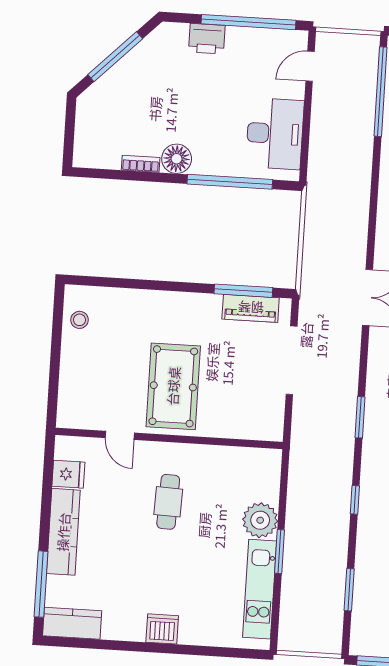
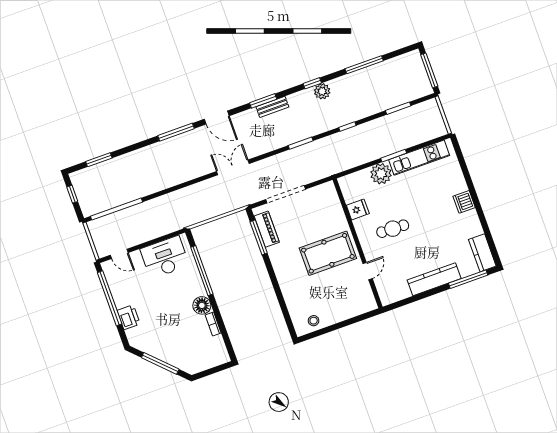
fridge: (68, 474) -> (358, 209), moved, turned 90

